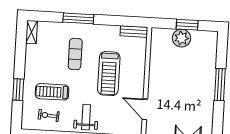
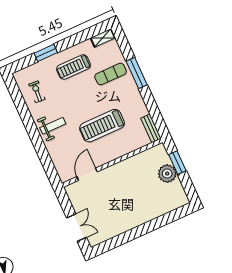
window: (187, 25) -> (177, 163), moved
exercise mat: (75, 54) -> (111, 74), moved
window: (220, 85) -> (144, 229), removed
treadmill: (52, 92) -> (74, 67), moved, turned -90

